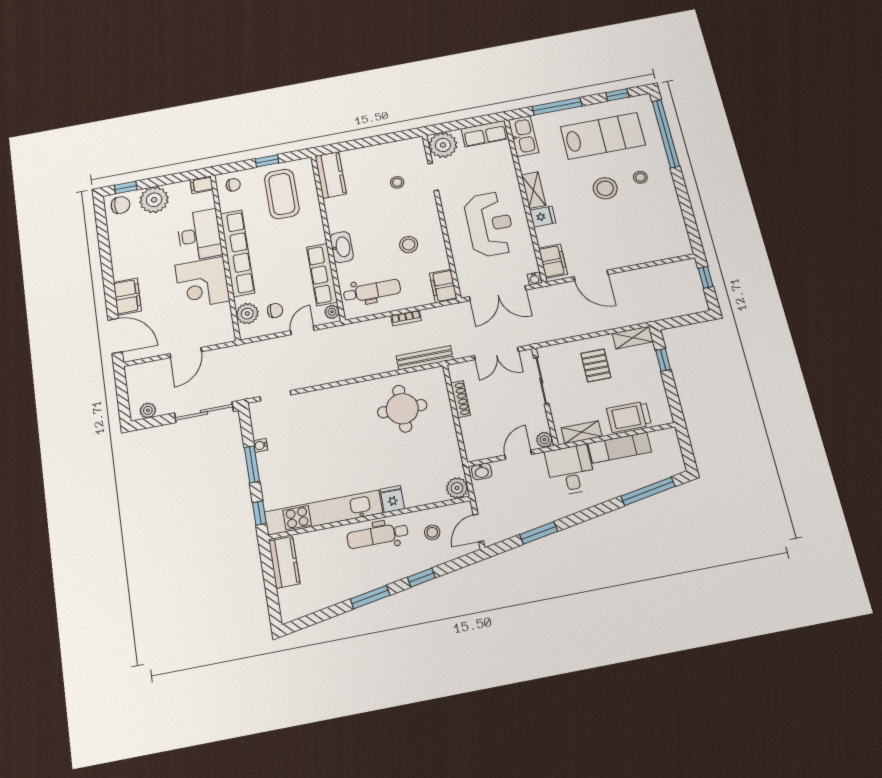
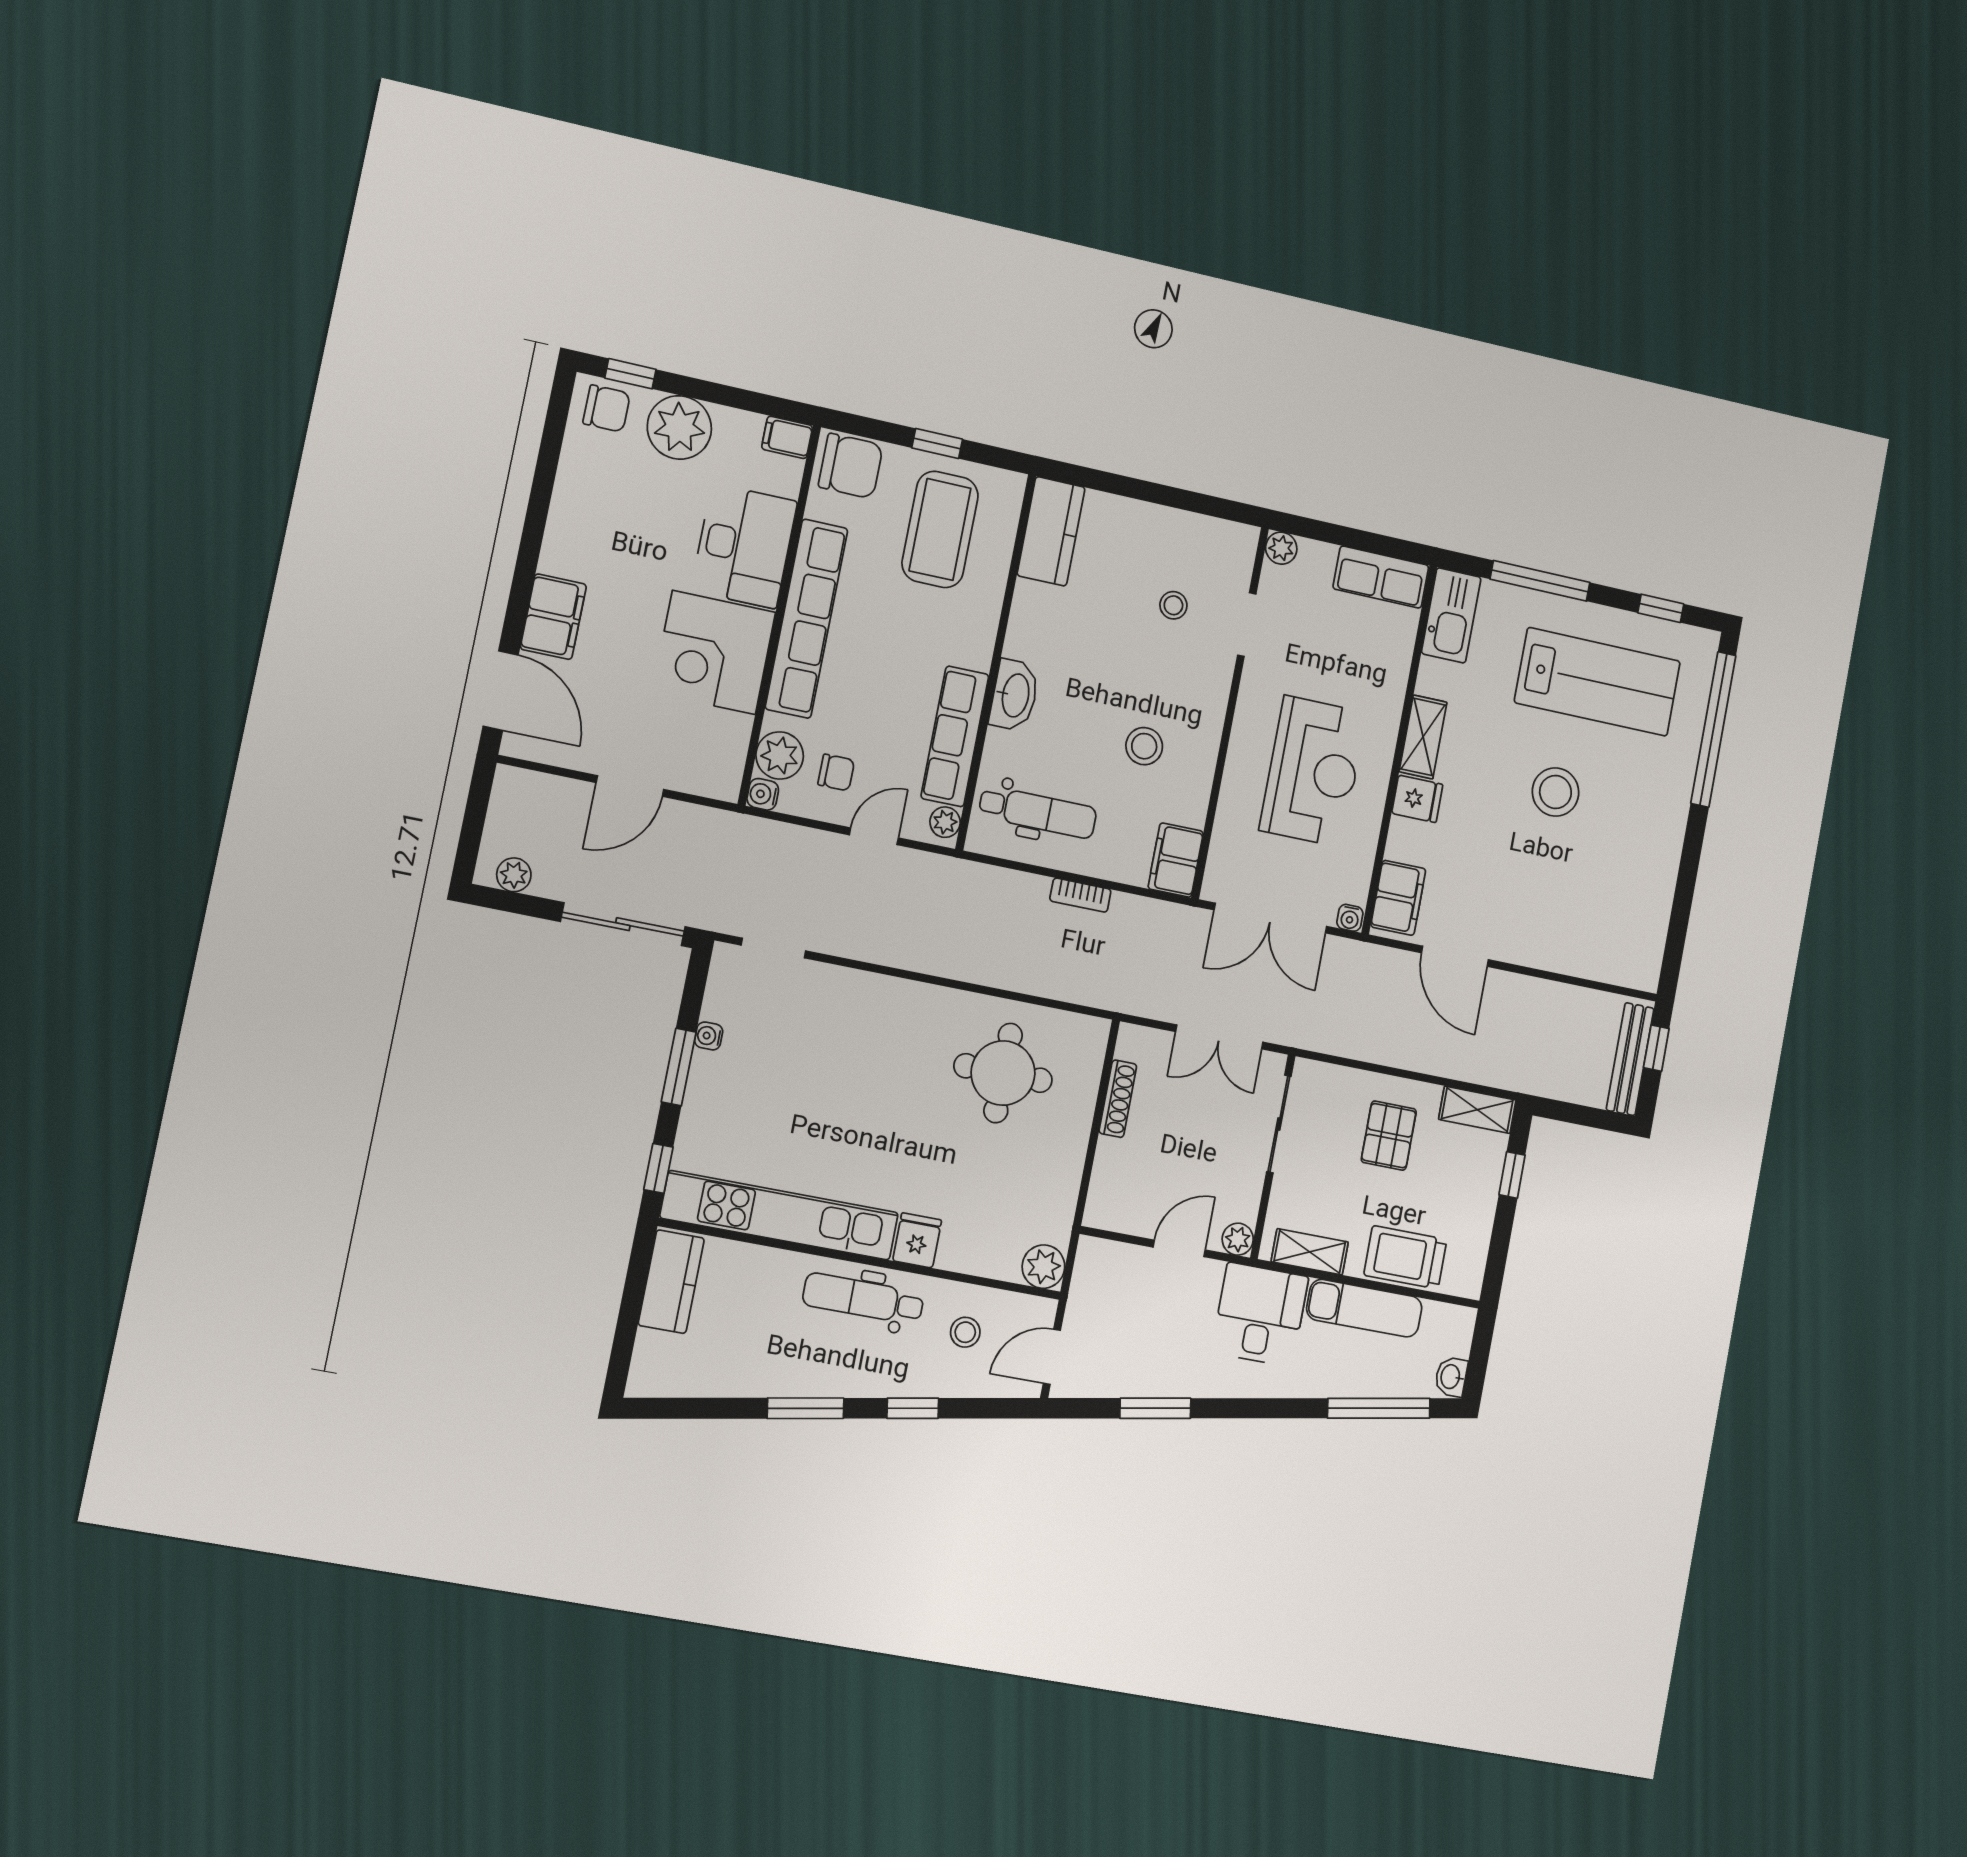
plant: (443, 145) -> (1281, 548), width x0.53, depth x0.53
stool: (640, 177) -> (1629, 798), removed
chair: (233, 185) -> (851, 466), width x1.87, depth x1.87
water cooler: (246, 333) -> (763, 794), added
bench: (425, 358) -> (1630, 1059), moved, turned 90
washbasin: (482, 471) -> (1451, 1377), moved, turned 90

